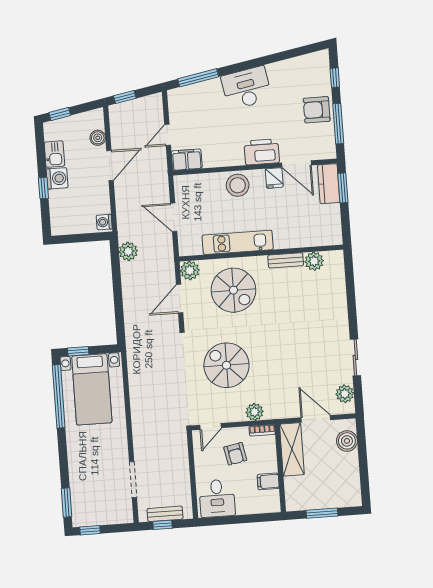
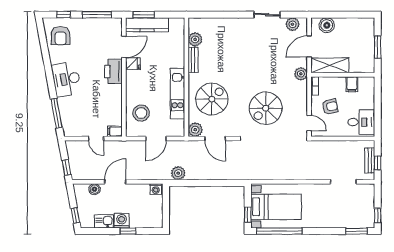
armchair: (317, 110) -> (61, 36), moved
filing cabinet: (187, 160) -> (115, 131), width x0.50
door: (110, 166) -> (115, 182), hinge flipped
kitchen counter: (329, 184) -> (147, 25), width x1.50
stool: (238, 185) -> (141, 113), moved
plant: (254, 412) -> (301, 74), moved

